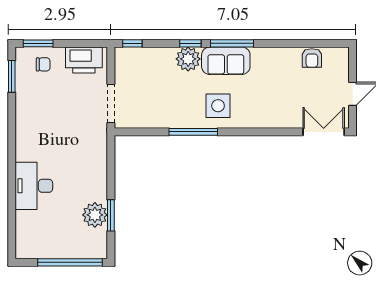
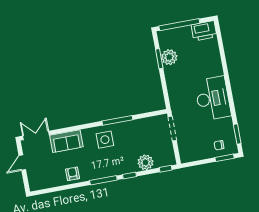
armchair: (312, 58) -> (73, 174), moved
plant: (188, 59) -> (145, 162), moved
printer: (84, 60) -> (204, 31), moved, turned 180
sofa: (226, 61) -> (66, 141), moved, turned 180
double door: (324, 132) -> (36, 135), swing flipped
desk: (34, 186) -> (213, 98), moved, width x1.36, depth x1.30

